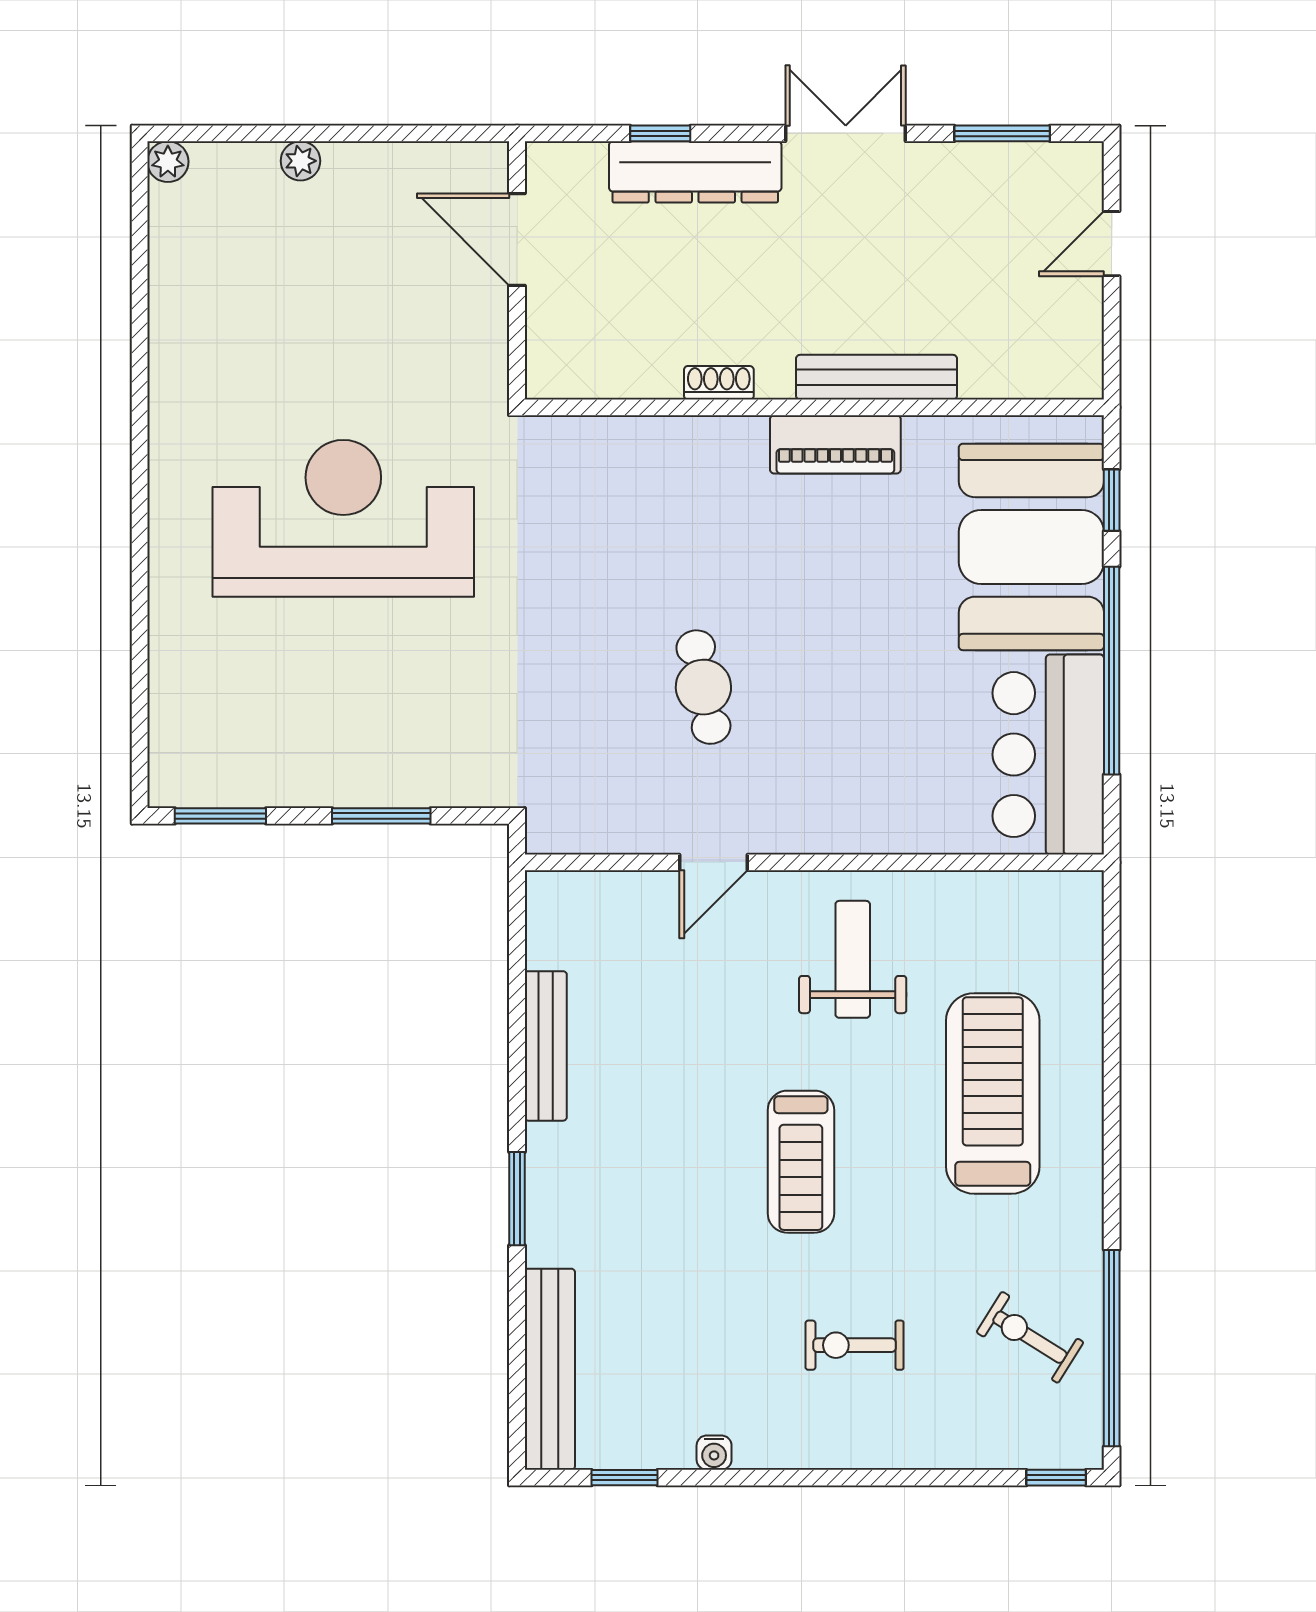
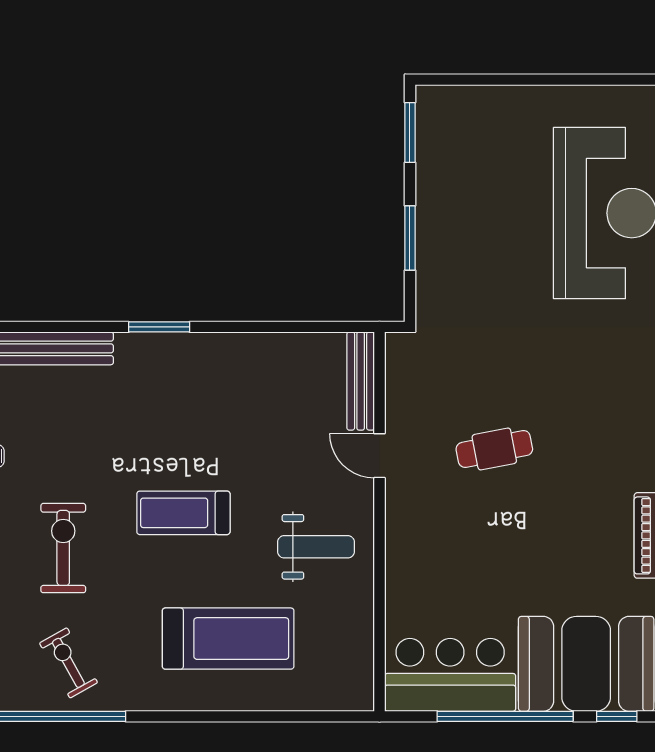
bench: (546, 1046) -> (361, 381), moved, turned 90
exercise bike: (1030, 1337) -> (68, 663), turned -61
exercise bike: (855, 1345) -> (63, 548), width x1.38, depth x1.39

